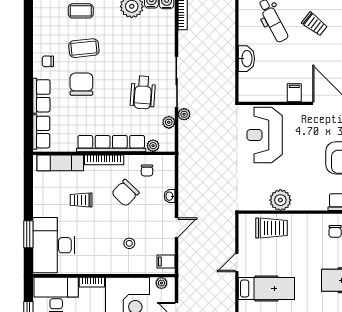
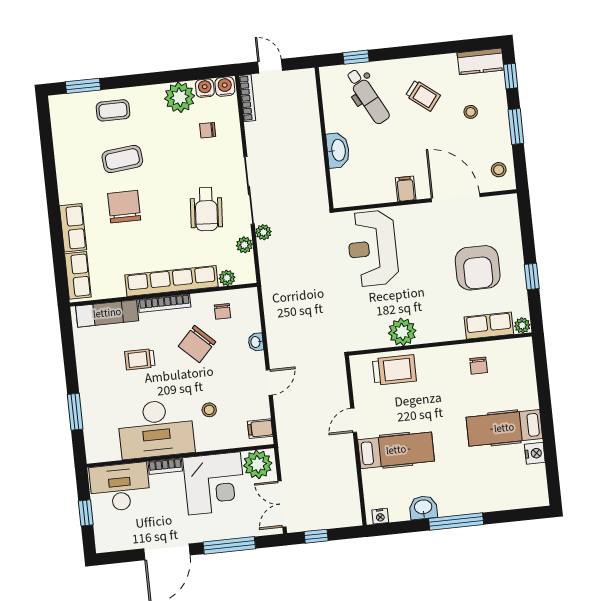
chair: (48, 61) -> (208, 130), moved
desk: (54, 245) -> (156, 429), moved, turned -90
plant: (161, 283) -> (258, 464), width x1.88, depth x1.88

